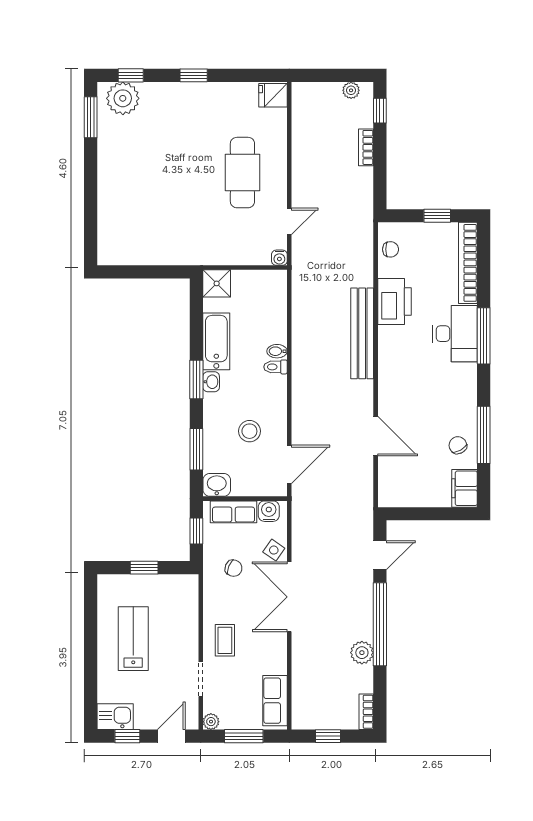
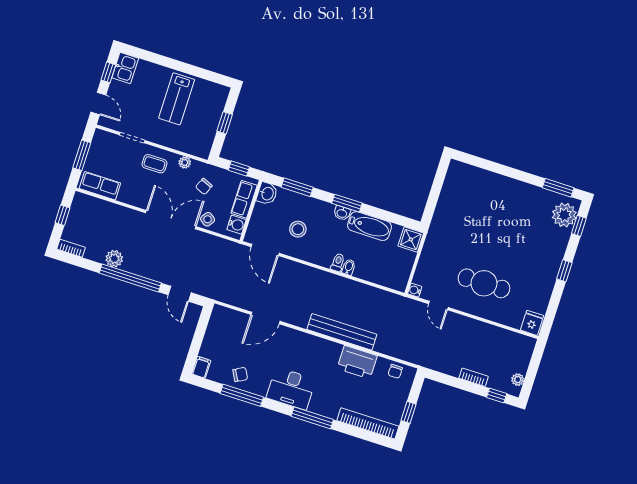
desk: (455, 334) -> (291, 389), moved
filing cabinet: (464, 488) -> (201, 367), width x0.50
lab bench: (133, 639) -> (177, 99), turned 90
plant: (211, 722) -> (185, 163), moved

